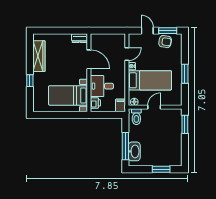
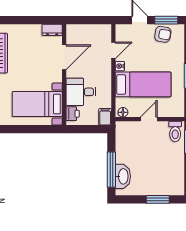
door: (89, 59) -> (64, 57), hinge flipped
toilet: (136, 117) -> (175, 131), moved

